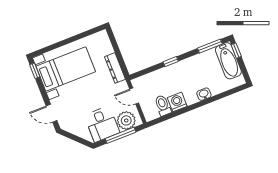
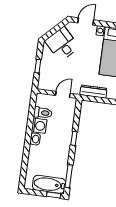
washbasin: (204, 94) -> (35, 139), moved
plant: (126, 120) -> (47, 77), removed
desk: (102, 124) -> (62, 44), moved, turned 45
window: (121, 135) -> (38, 66), width x0.46

